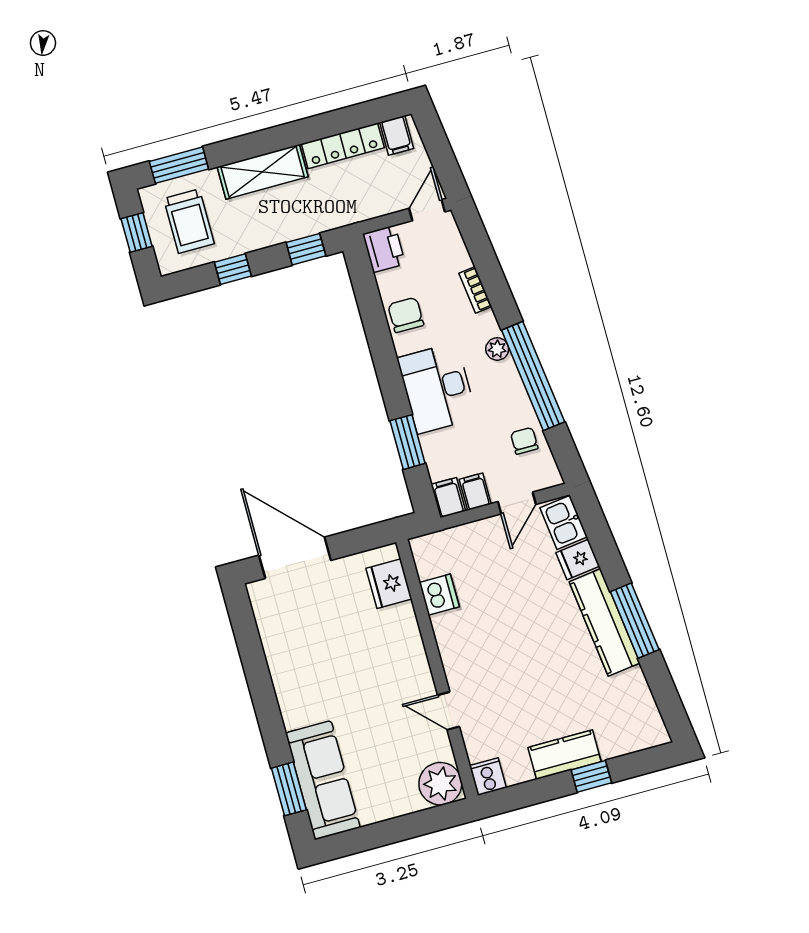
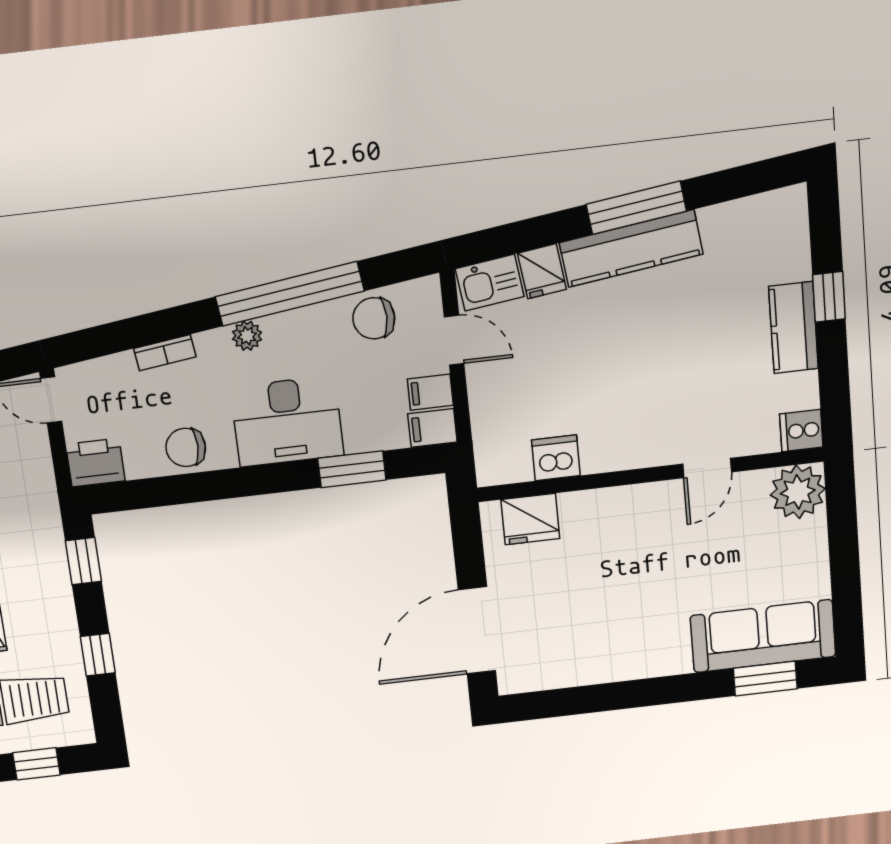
chair: (524, 441) -> (374, 318), width x1.37, depth x1.37

